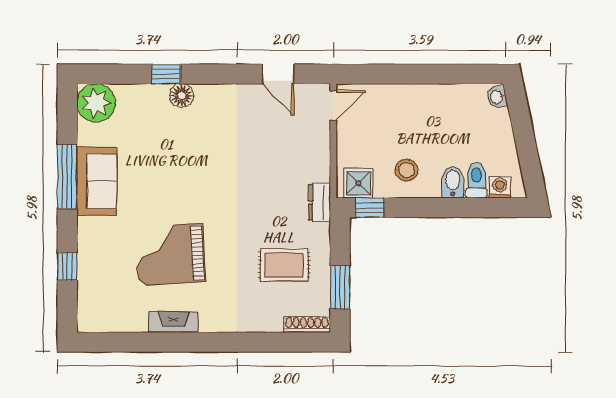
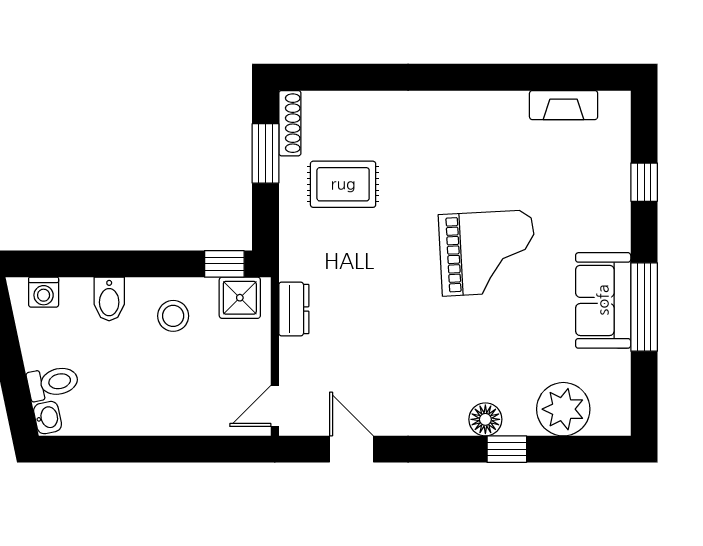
plant: (96, 103) -> (563, 409), moved
toilet: (476, 180) -> (53, 383), moved, turned -102
dresser: (320, 202) -> (294, 309), moved
grand piano: (170, 254) -> (487, 253), moved
fireplace: (173, 322) -> (564, 105), moved
shoe rack: (307, 325) -> (290, 123), moved, turned -90

